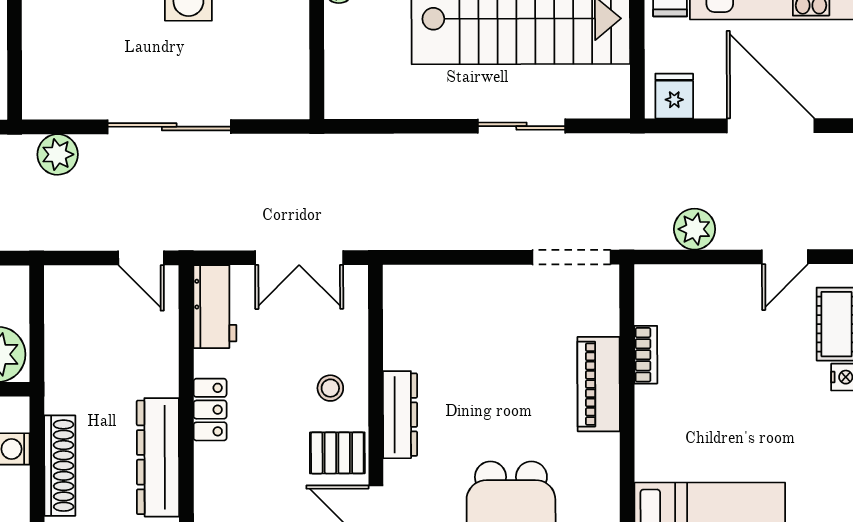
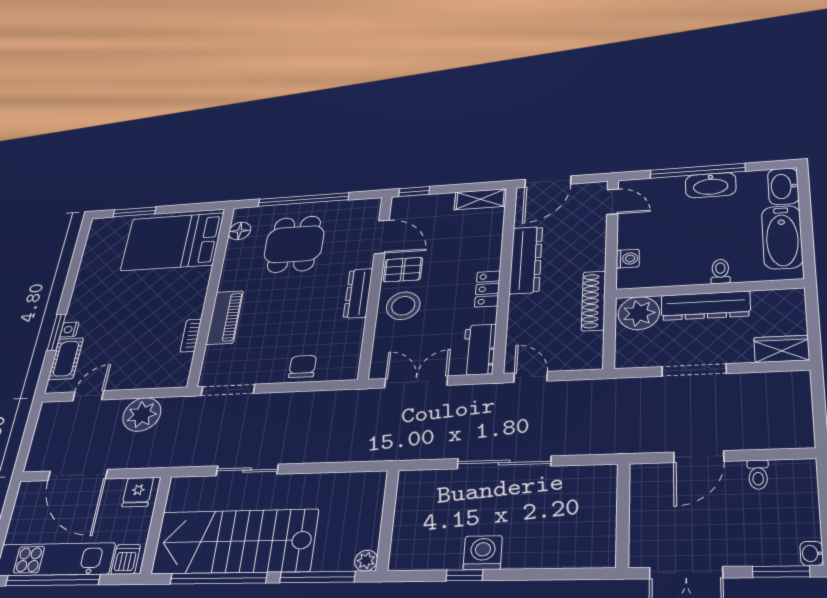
plant: (58, 154) -> (591, 441), removed
plant: (695, 229) -> (142, 414), width x1.36, depth x1.36
chair: (466, 292) -> (303, 366), added
stool: (330, 388) -> (403, 306), width x1.89, depth x1.89
shoe rack: (60, 466) -> (594, 301), moved

